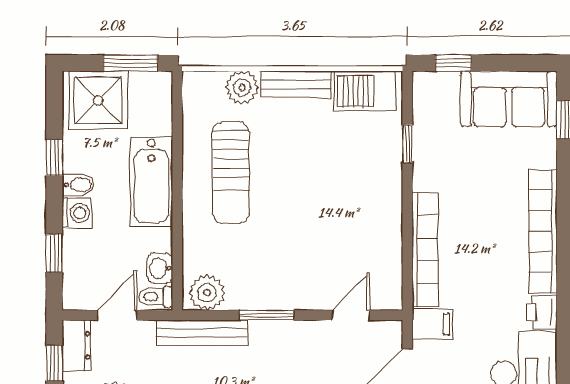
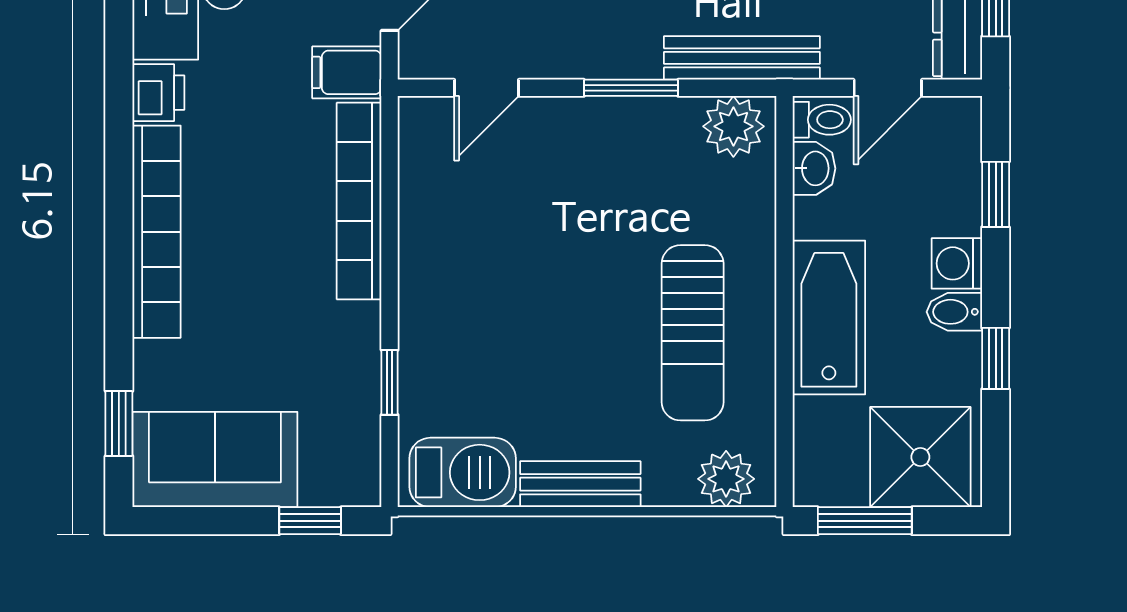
plant: (242, 87) -> (726, 479), moved
sun lounger: (231, 173) -> (693, 333), turned 180

